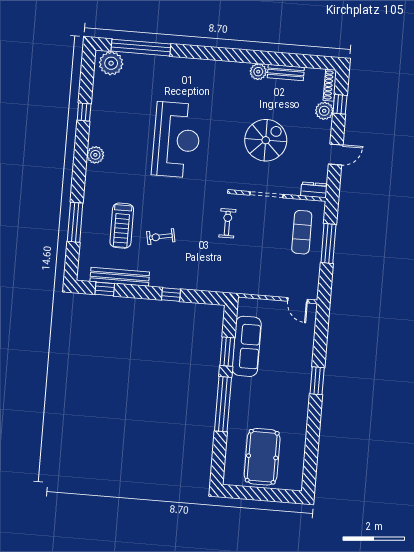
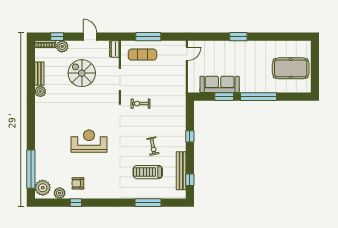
armchair: (113, 118) -> (78, 183), added
reception desk: (176, 140) -> (89, 141), width x0.74, depth x0.77
spiral stairs: (266, 140) -> (82, 73), moved
plant: (95, 155) -> (60, 193), moved
treadmill: (122, 226) -> (148, 172), turned 180

